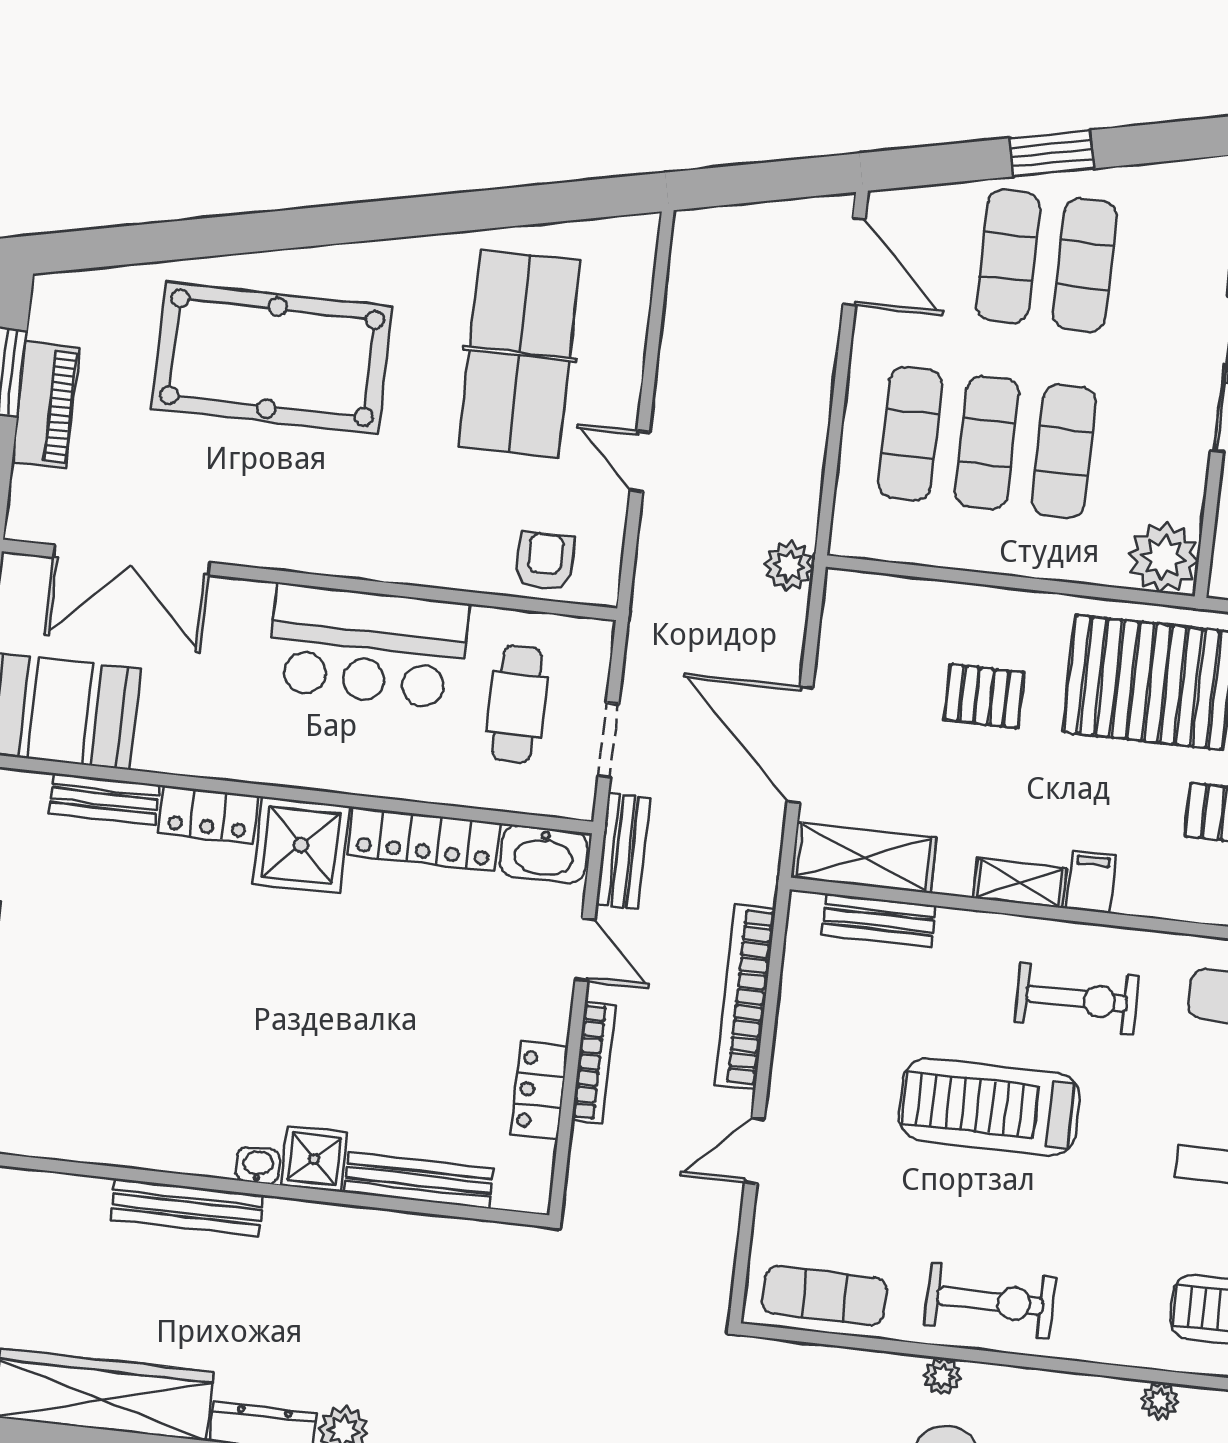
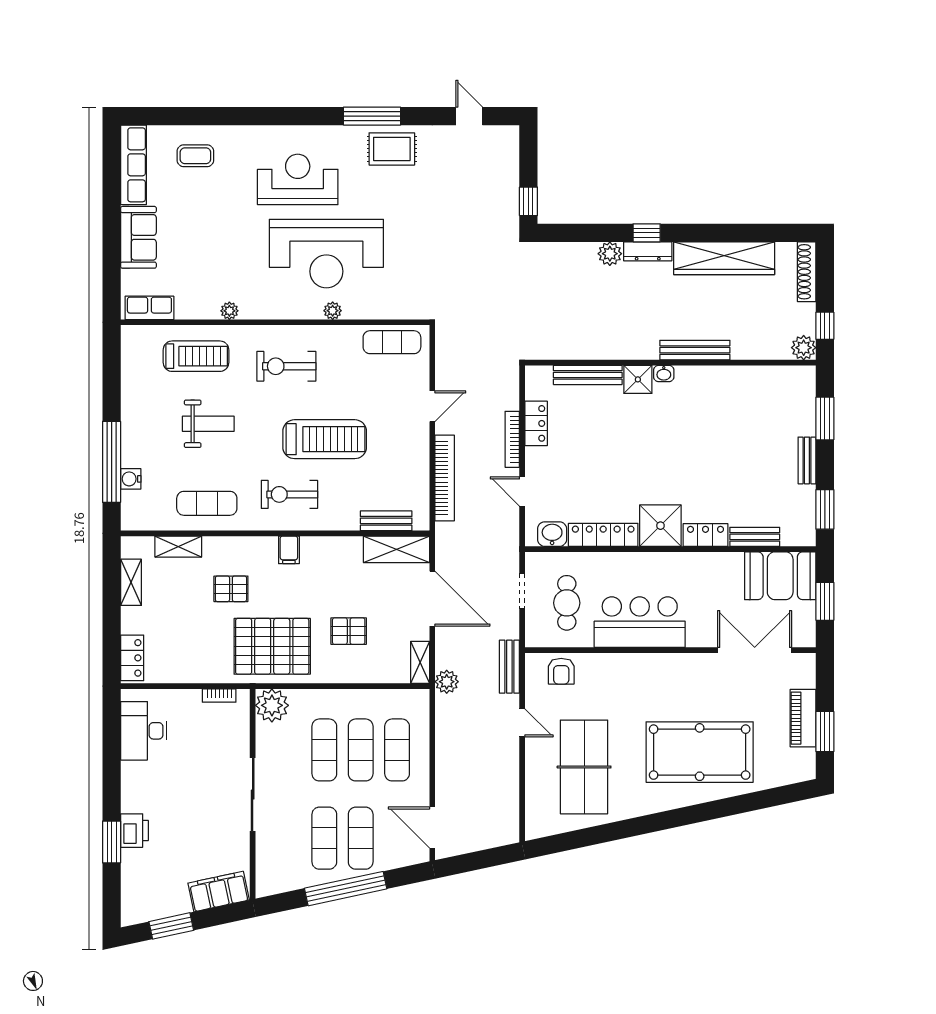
window: (1052, 153) -> (346, 889), width x2.11
bench: (623, 851) -> (509, 667), moved
washbasin: (544, 854) -> (552, 534), width x0.72
shelving: (1020, 883) -> (420, 662), moved, turned 90
exercise bike: (990, 1301) -> (286, 366), moved

